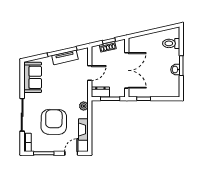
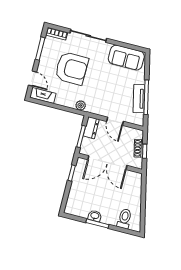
fireplace: (83, 129) -> (43, 95), moved

